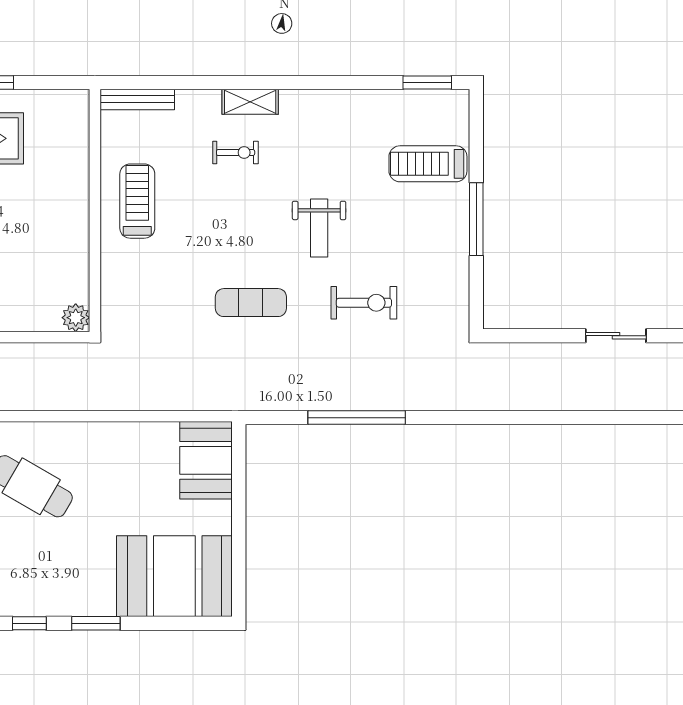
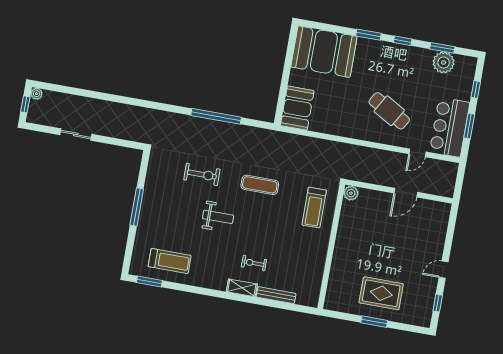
bench: (137, 99) -> (276, 295), moved
treadmill: (428, 164) -> (170, 261), moved
treadmill: (137, 201) -> (314, 208), moved
weight bench: (319, 228) -> (218, 217), turned 90
exercise bike: (364, 303) -> (202, 174), turned 180

